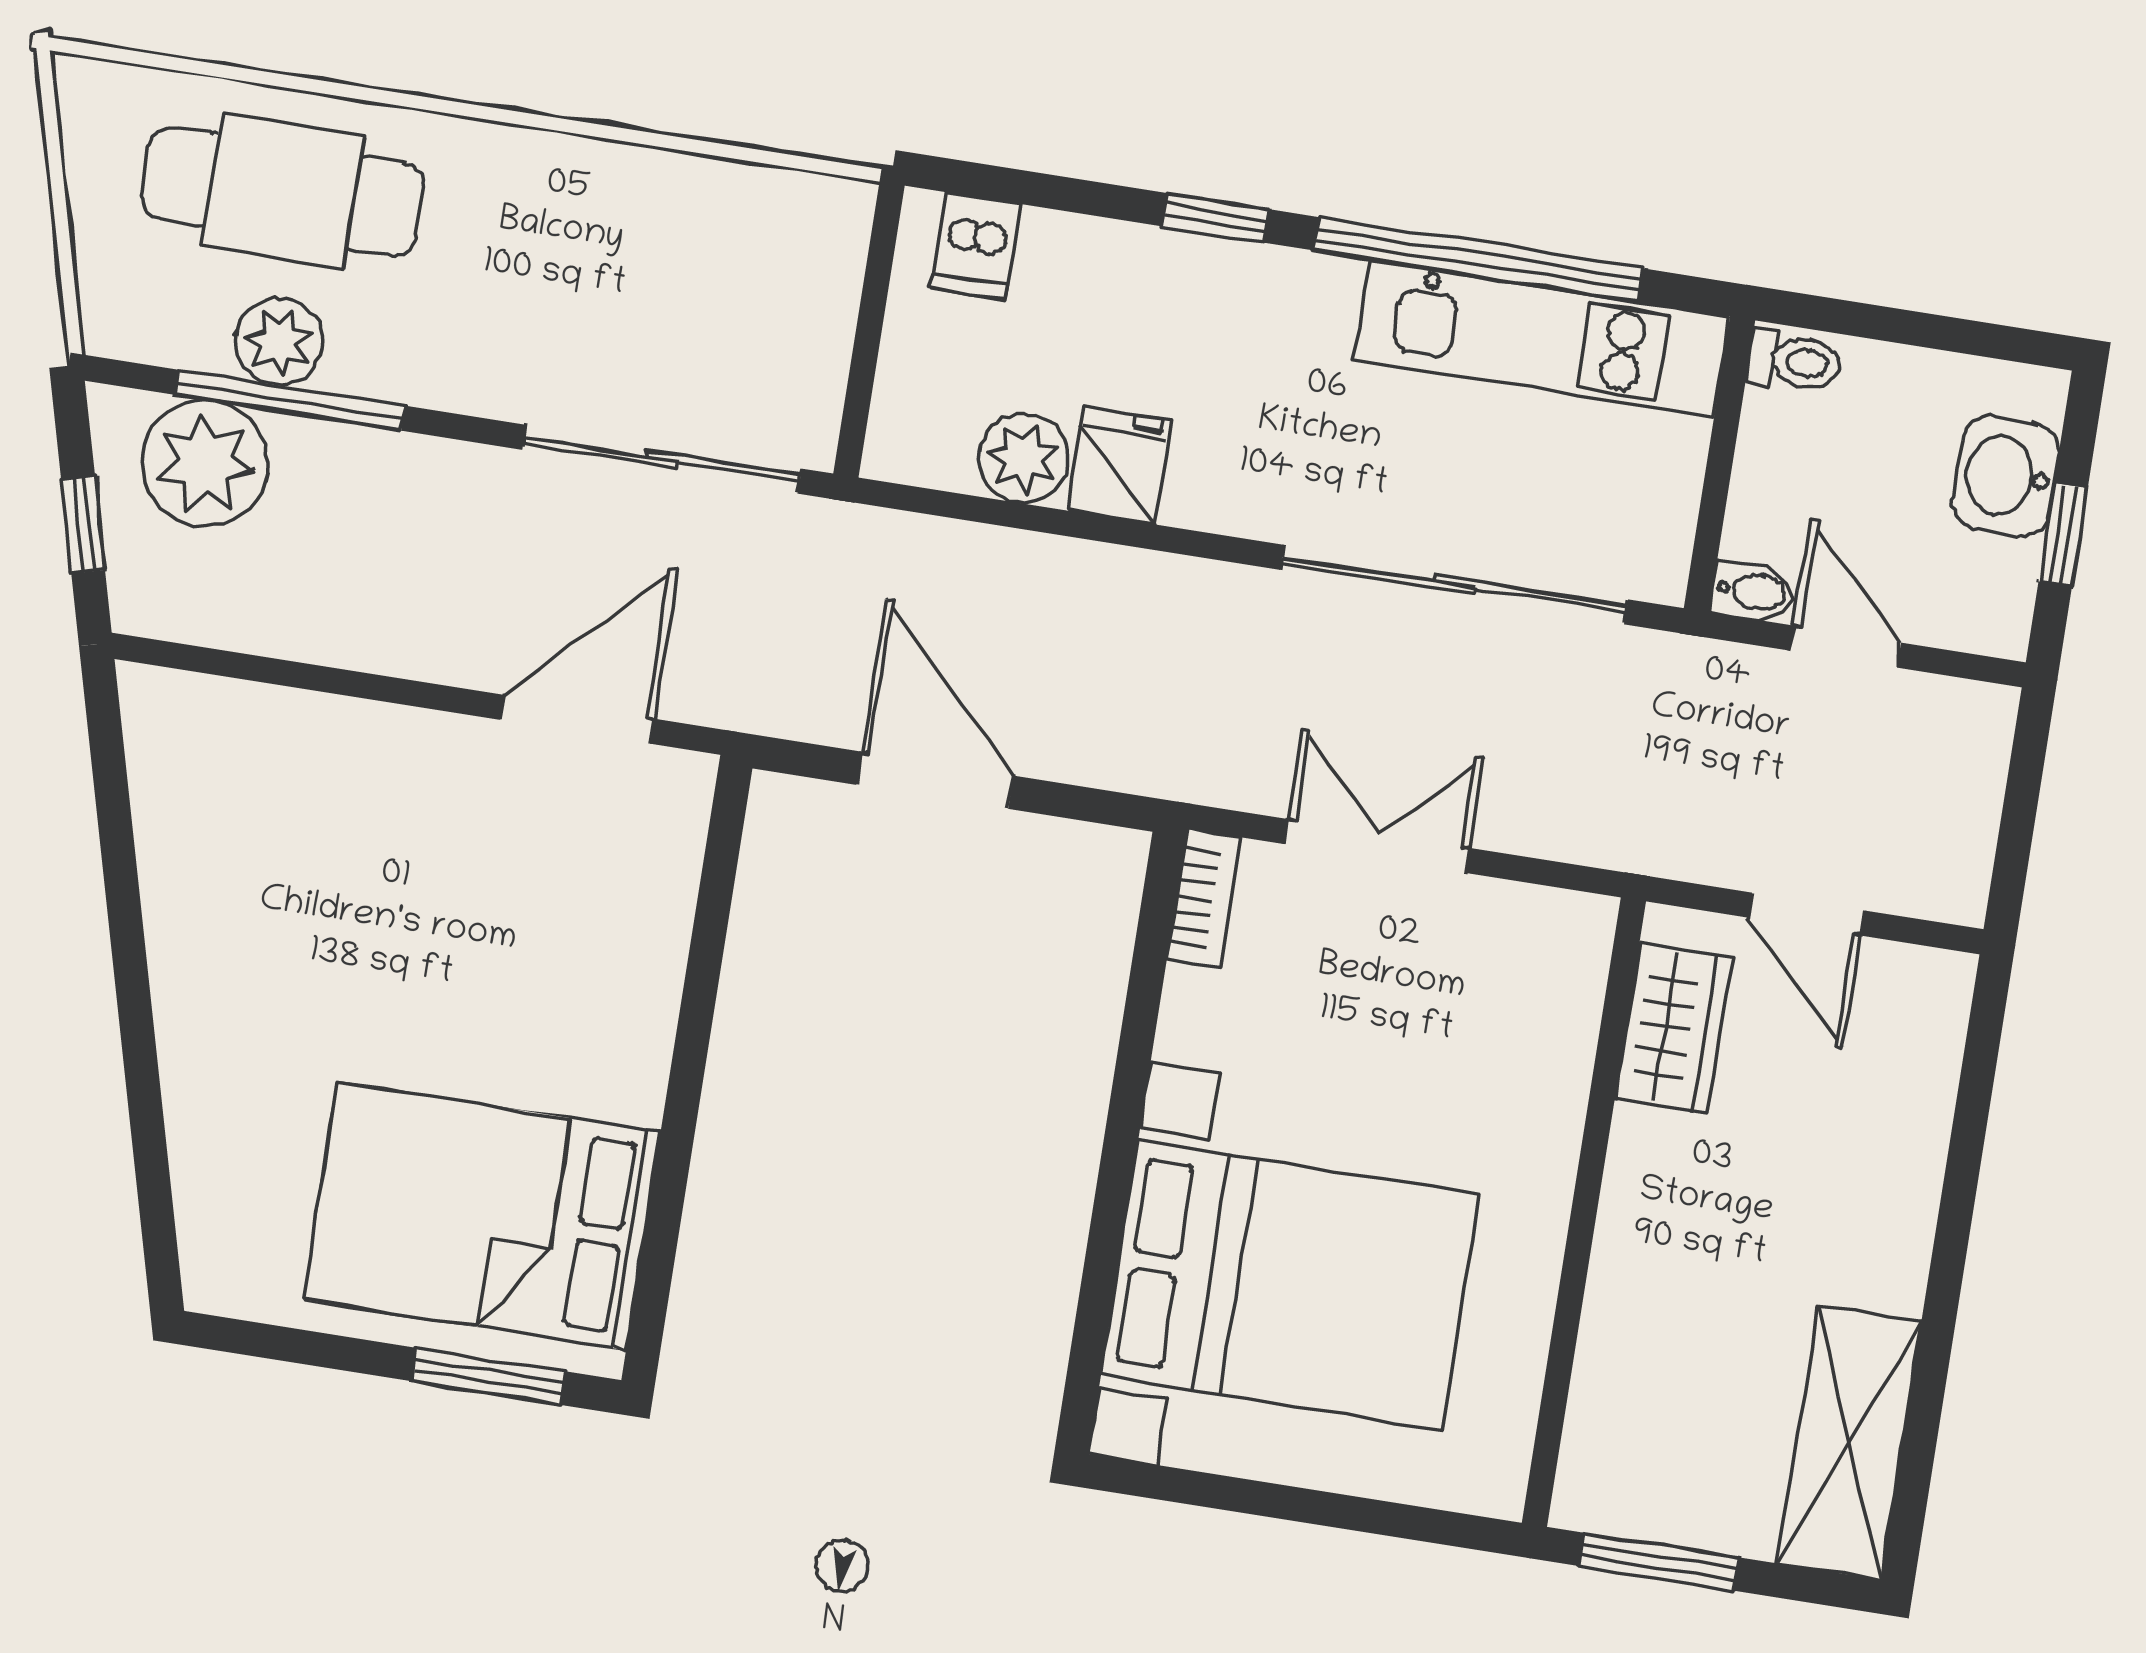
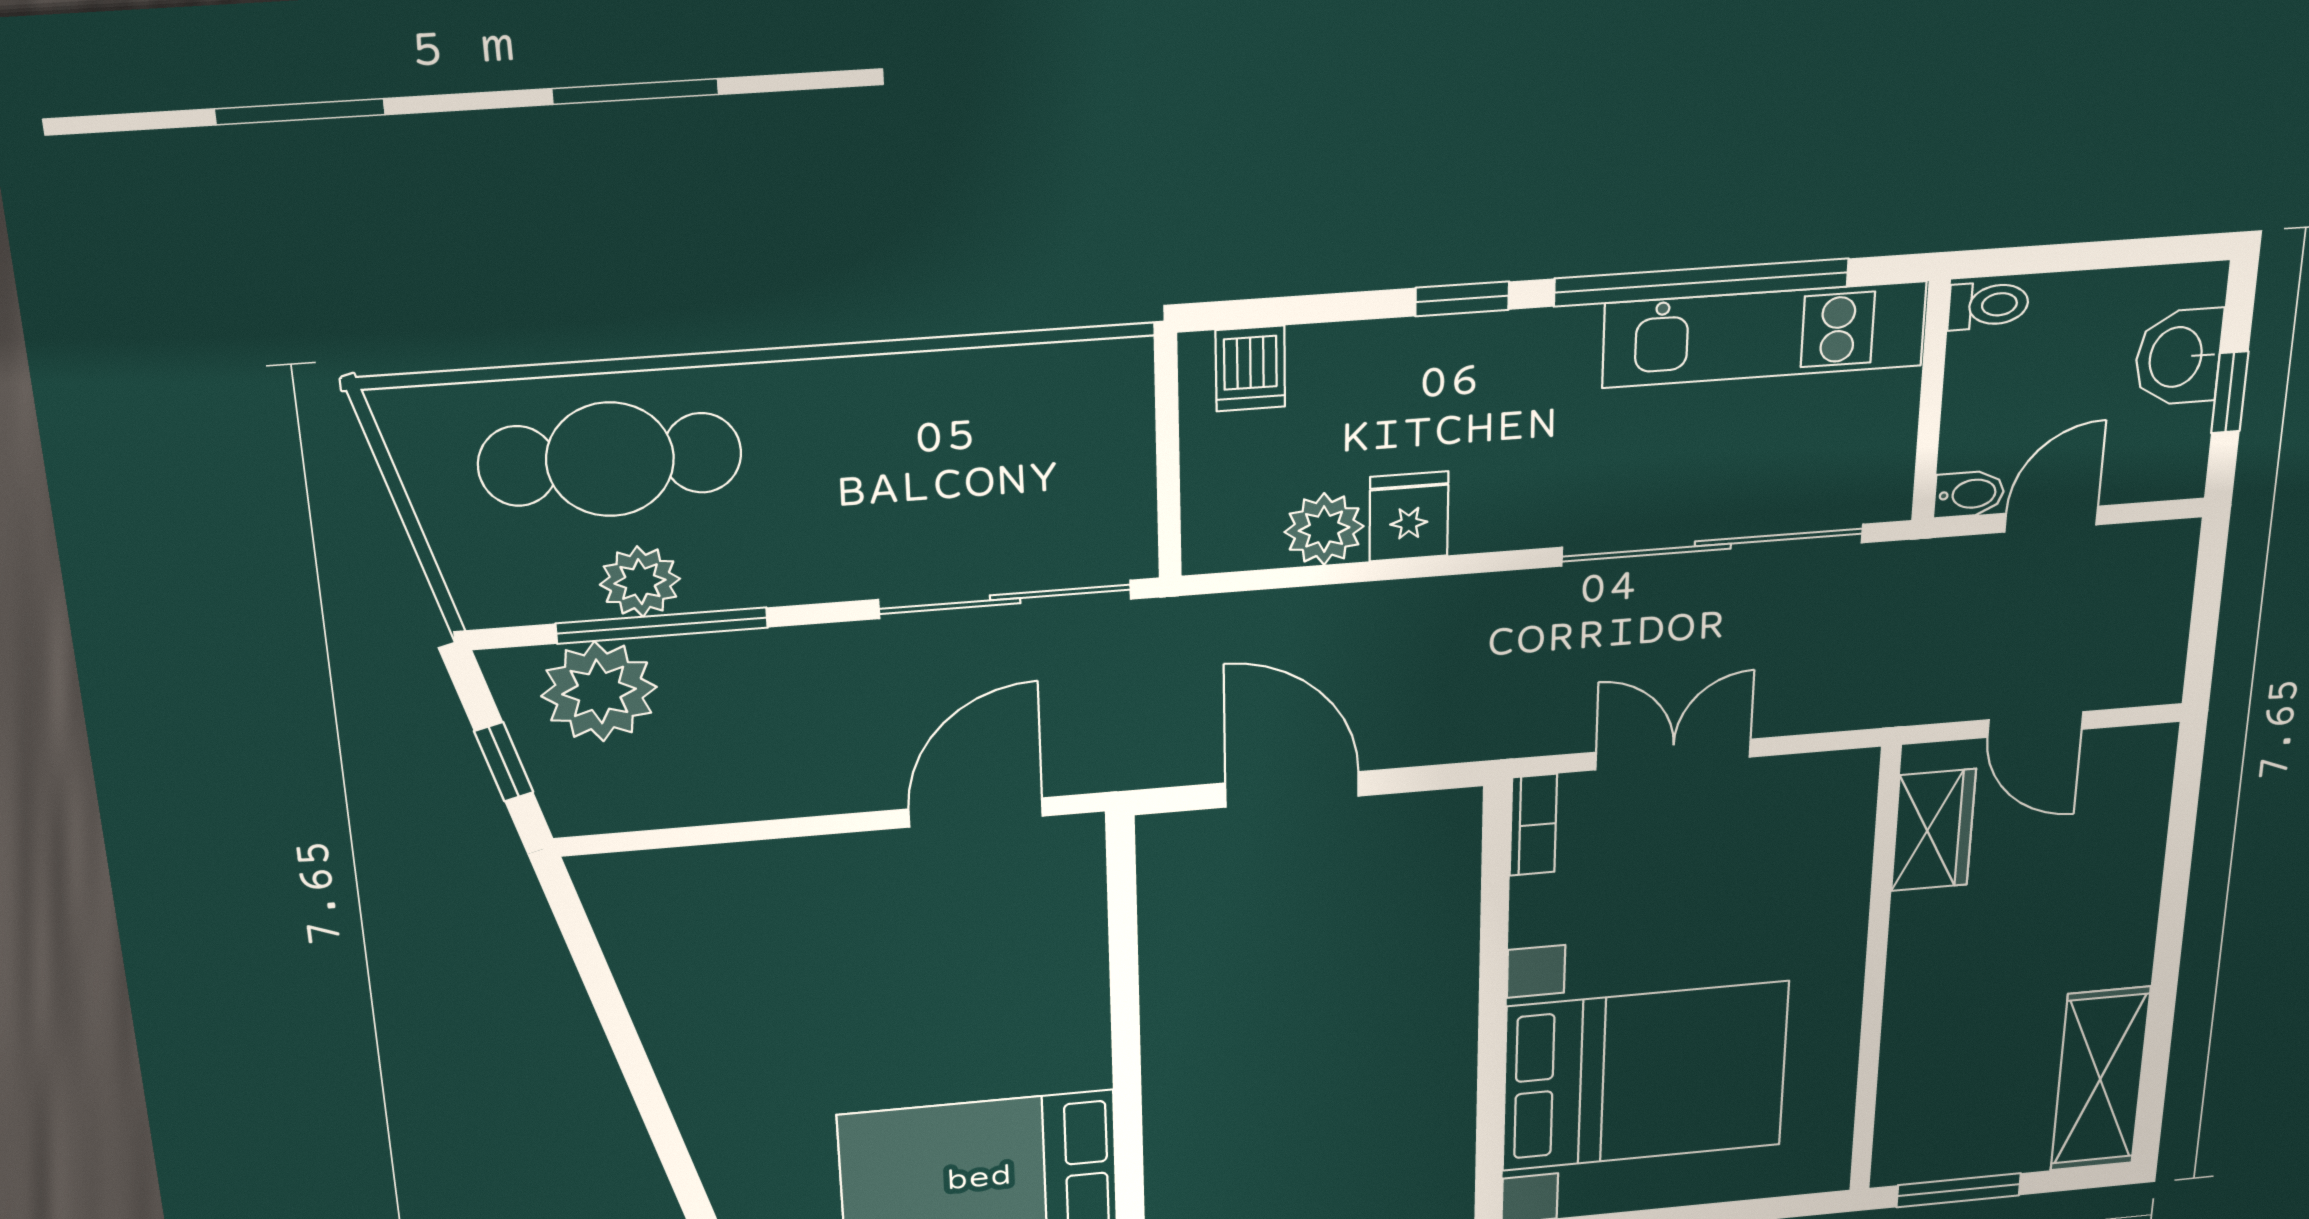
door: (1846, 647) -> (2051, 519), hinge flipped

